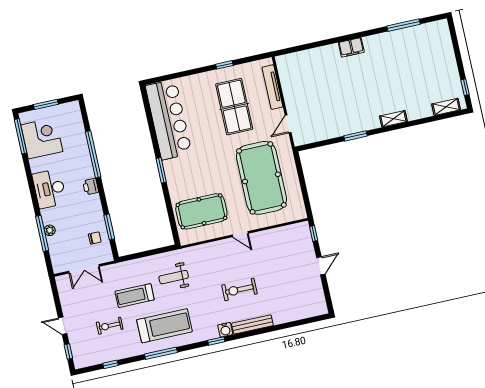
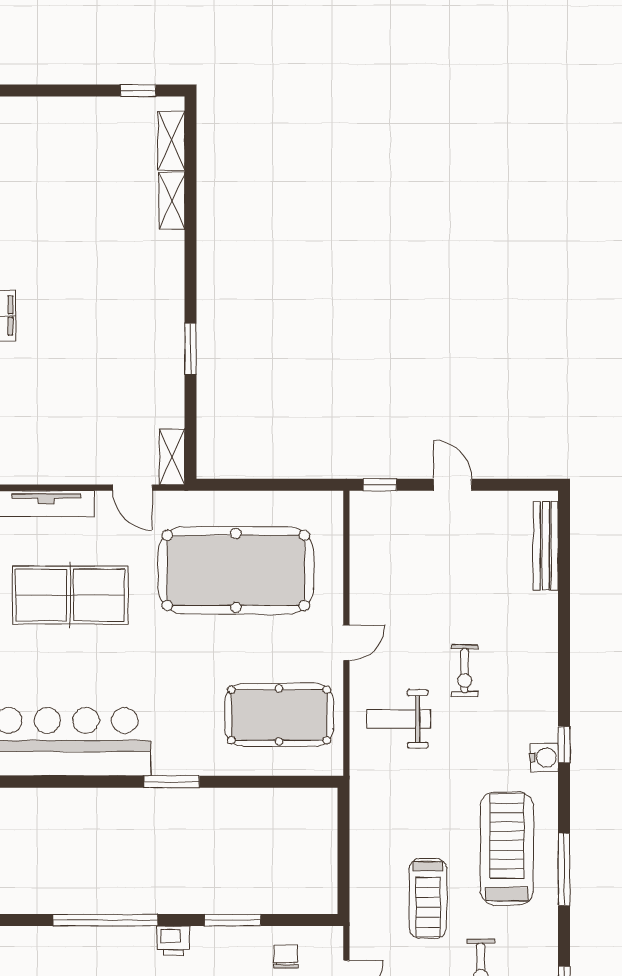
shelving: (393, 119) -> (172, 201), moved
shelving: (306, 138) -> (172, 457), added
pool table: (201, 211) -> (279, 715), turned 90
window: (109, 227) -> (233, 920), moved
weight bench: (174, 277) -> (399, 719), moved, turned 90
exercise bike: (239, 289) -> (465, 671), width x0.73, depth x0.72
bench: (252, 324) -> (546, 546), moved
water cooler: (225, 330) -> (544, 758), moved

